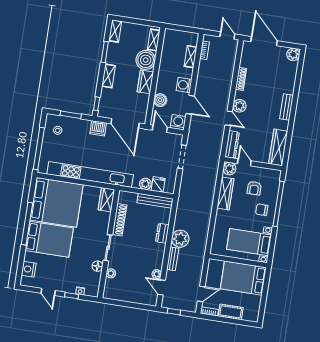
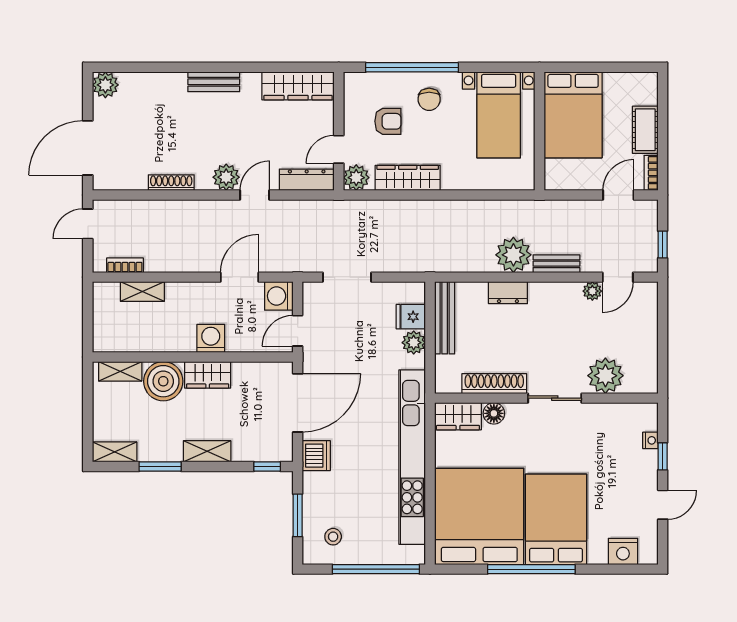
washing machine: (184, 85) -> (211, 338), moved, turned 180
boiler: (160, 100) -> (240, 339), removed
floor lamp: (97, 266) -> (494, 413), moved
plant: (111, 273) -> (605, 376), width x1.88, depth x1.88
door: (201, 294) -> (618, 195), hinge flipped

